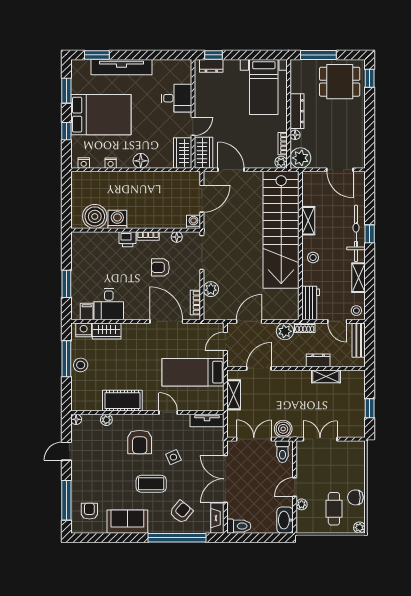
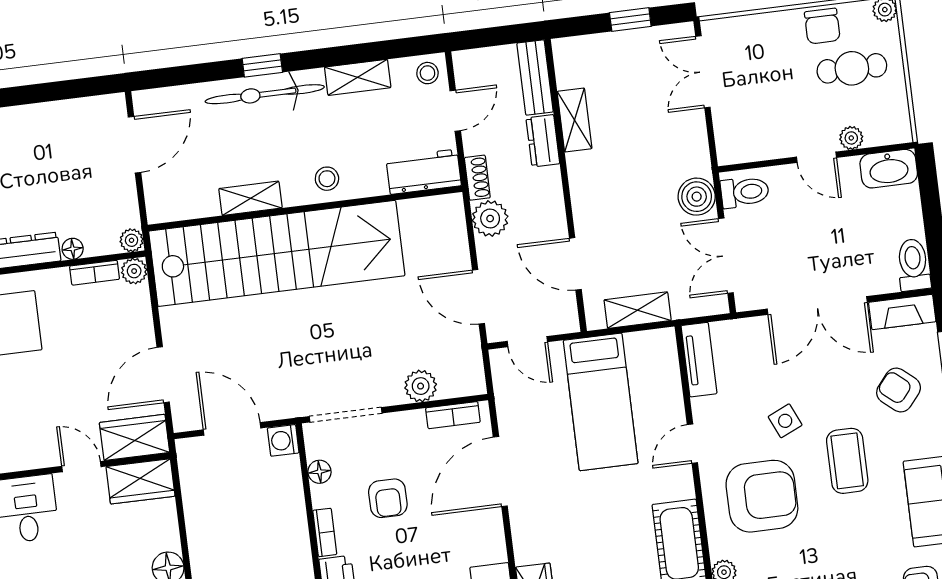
plant: (300, 158) -> (132, 240), width x0.53, depth x0.53
bench: (359, 340) -> (535, 78), moved, turned 90
double door: (320, 439) -> (703, 72), moved
armchair: (140, 442) -> (762, 496), width x1.36, depth x1.36

